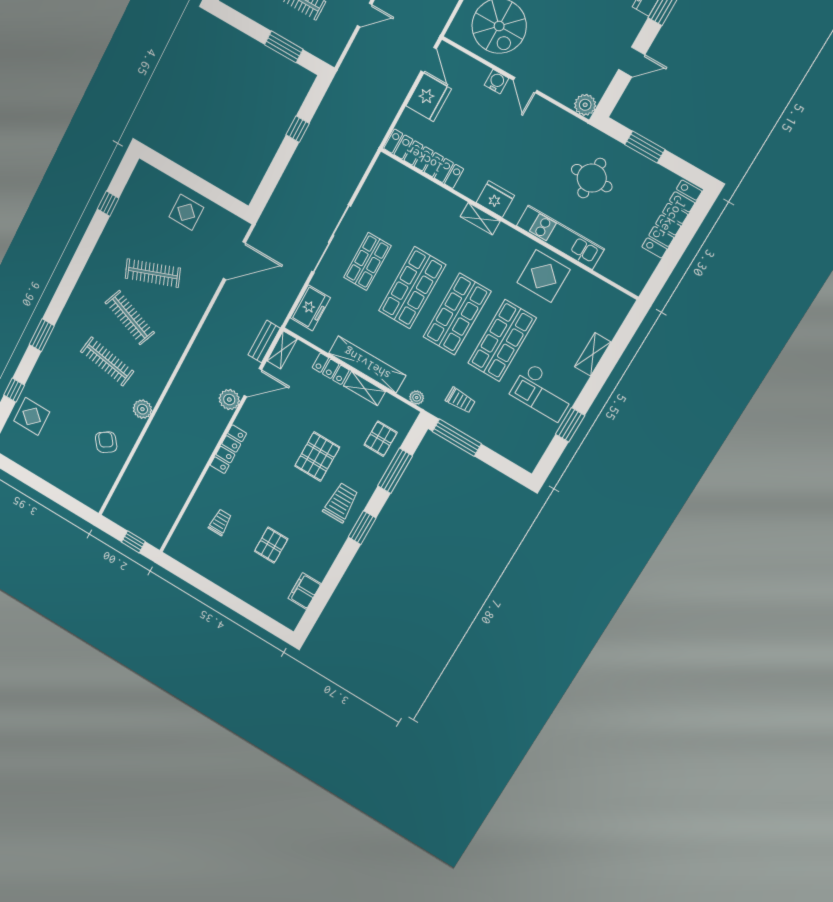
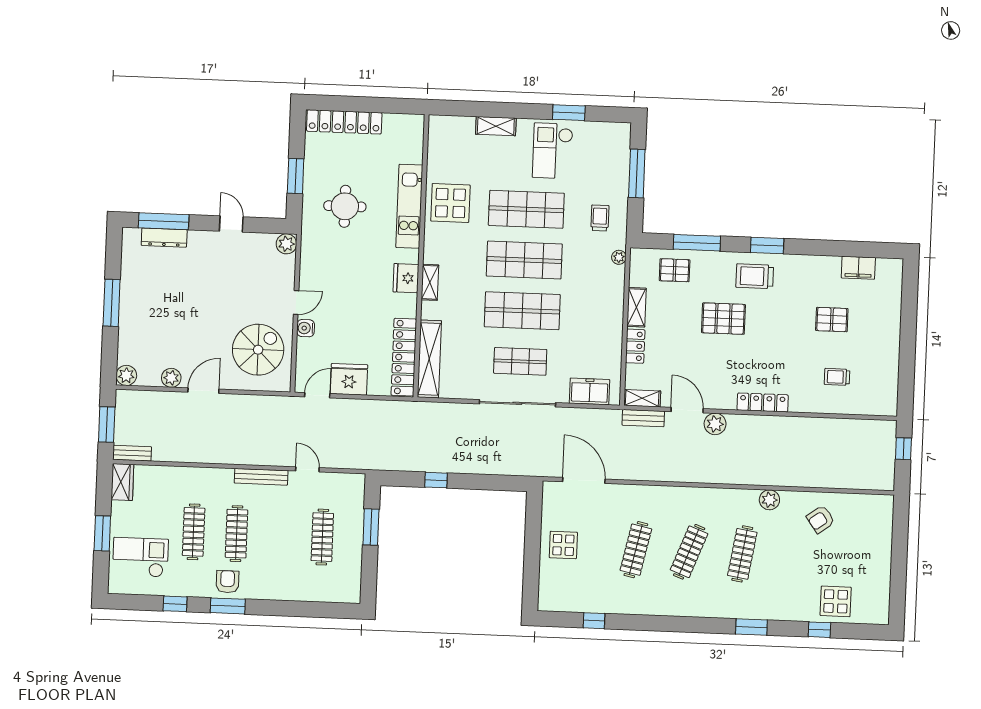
clothes rail: (153, 273) -> (636, 550), turned 33
shelving: (367, 364) -> (429, 359), moved
checkout: (543, 392) -> (553, 151), turned 180
window: (457, 438) -> (637, 173), moved

